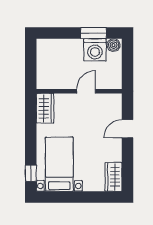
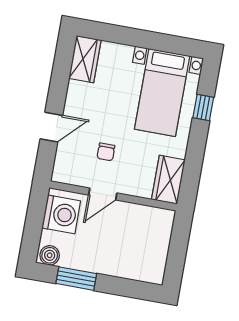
washing machine: (95, 50) -> (61, 214), moved, turned 90
chair: (89, 119) -> (106, 152), added
window: (31, 173) -> (203, 108), moved

